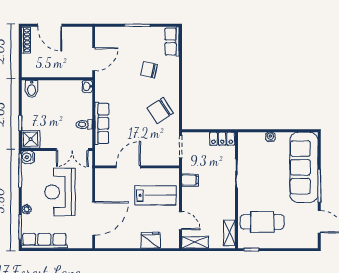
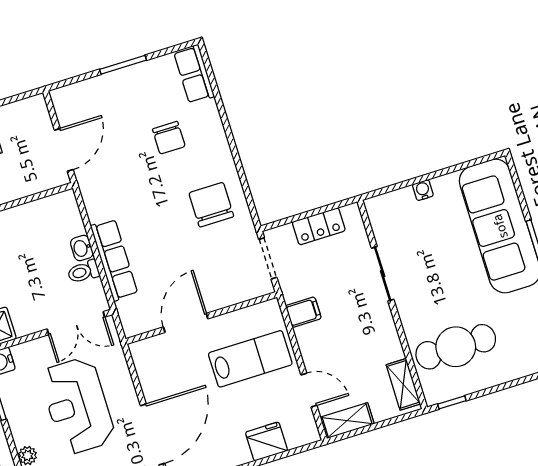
chair: (149, 70) -> (169, 138), turned -102
washbasin: (87, 86) -> (82, 248), moved
chair: (160, 111) -> (211, 205), turned 123
locker: (222, 139) -> (319, 226), moved

